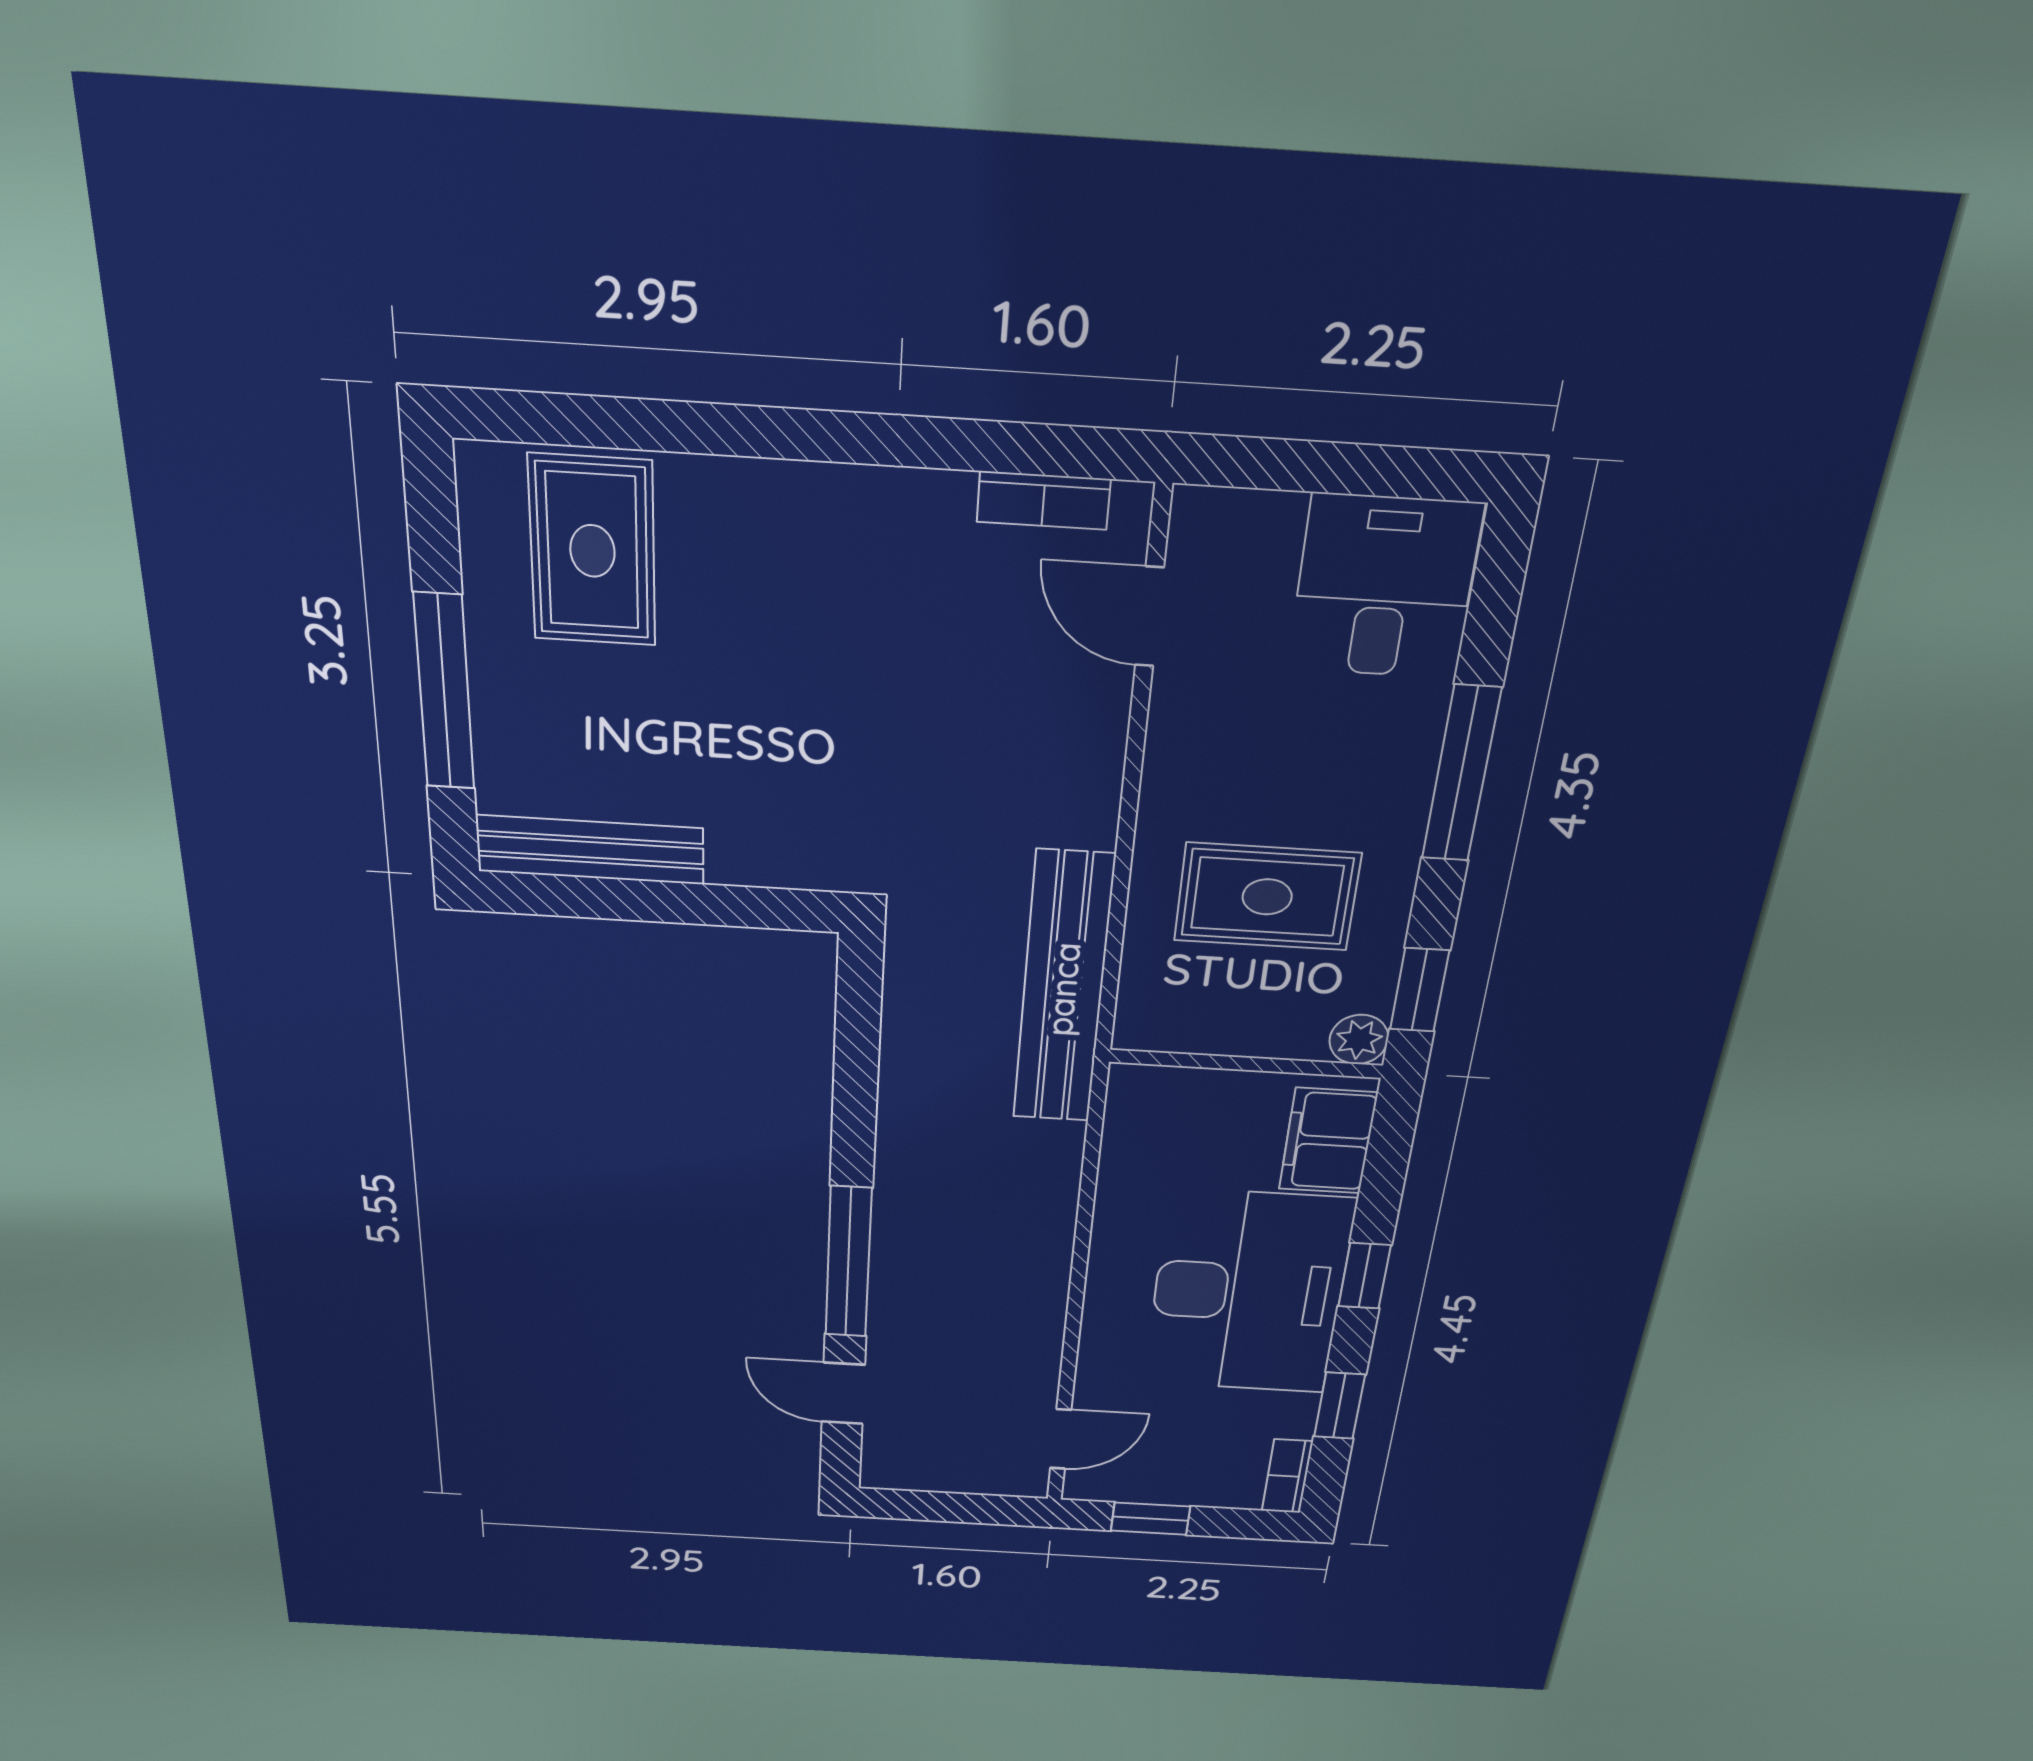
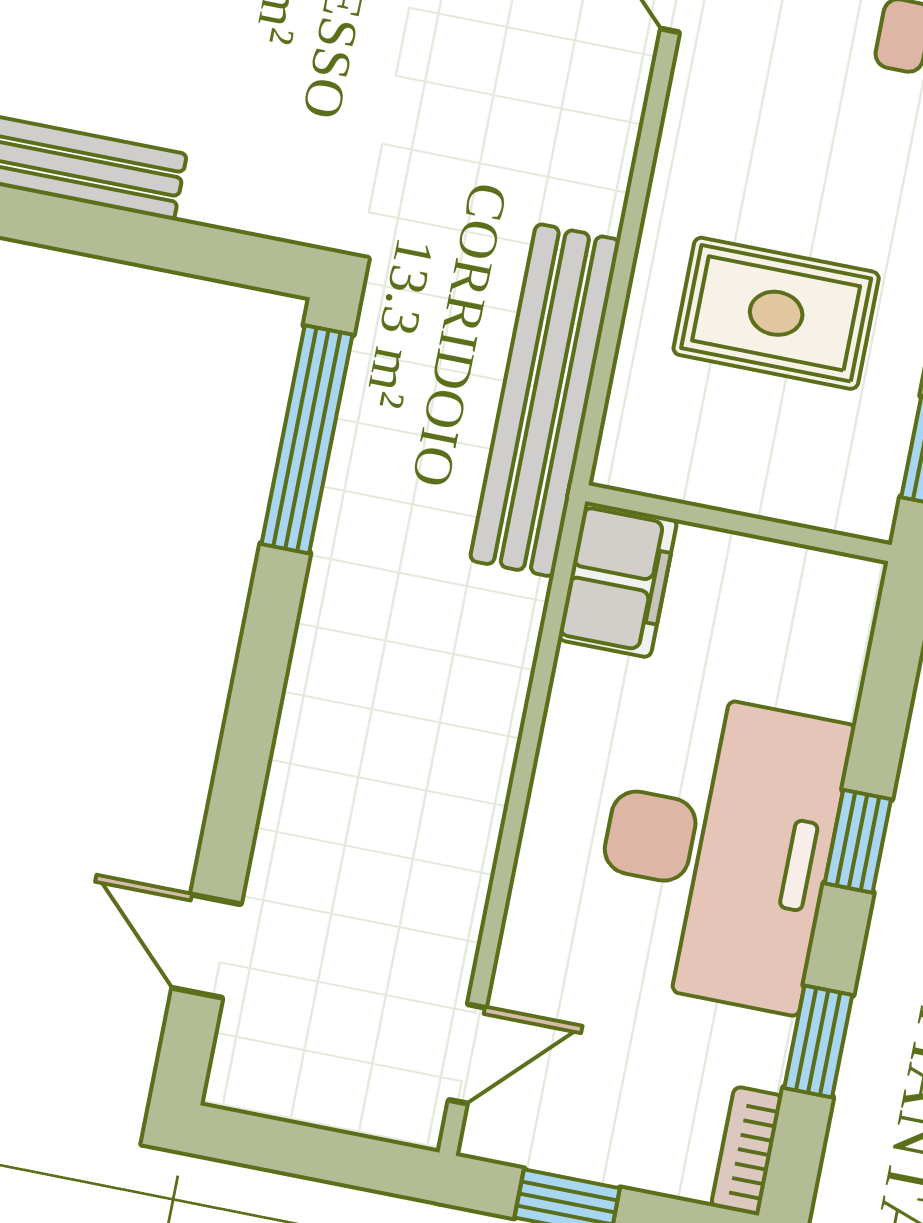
plant: (1359, 1039) -> (866, 507), removed
filing cabinet: (1328, 1141) -> (618, 580), moved, turned 180
window: (848, 1262) -> (307, 439), moved

